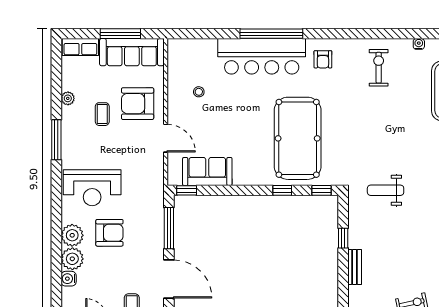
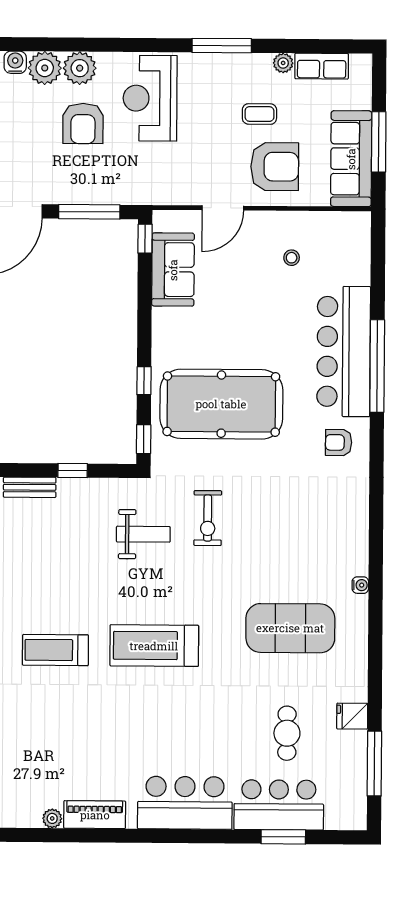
row of seats: (80, 47) -> (322, 66), moved, turned -90
exercise bike: (379, 68) -> (208, 518), moved, turned 90
armchair: (138, 104) -> (275, 167), turned 90
weight bench: (386, 190) -> (143, 534), turned 90

